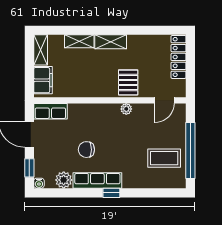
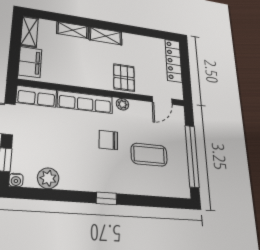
chair: (86, 150) -> (108, 140), moved
coffee table: (164, 158) -> (149, 155), moved
row of seats: (97, 181) -> (85, 102), moved, turned 180

